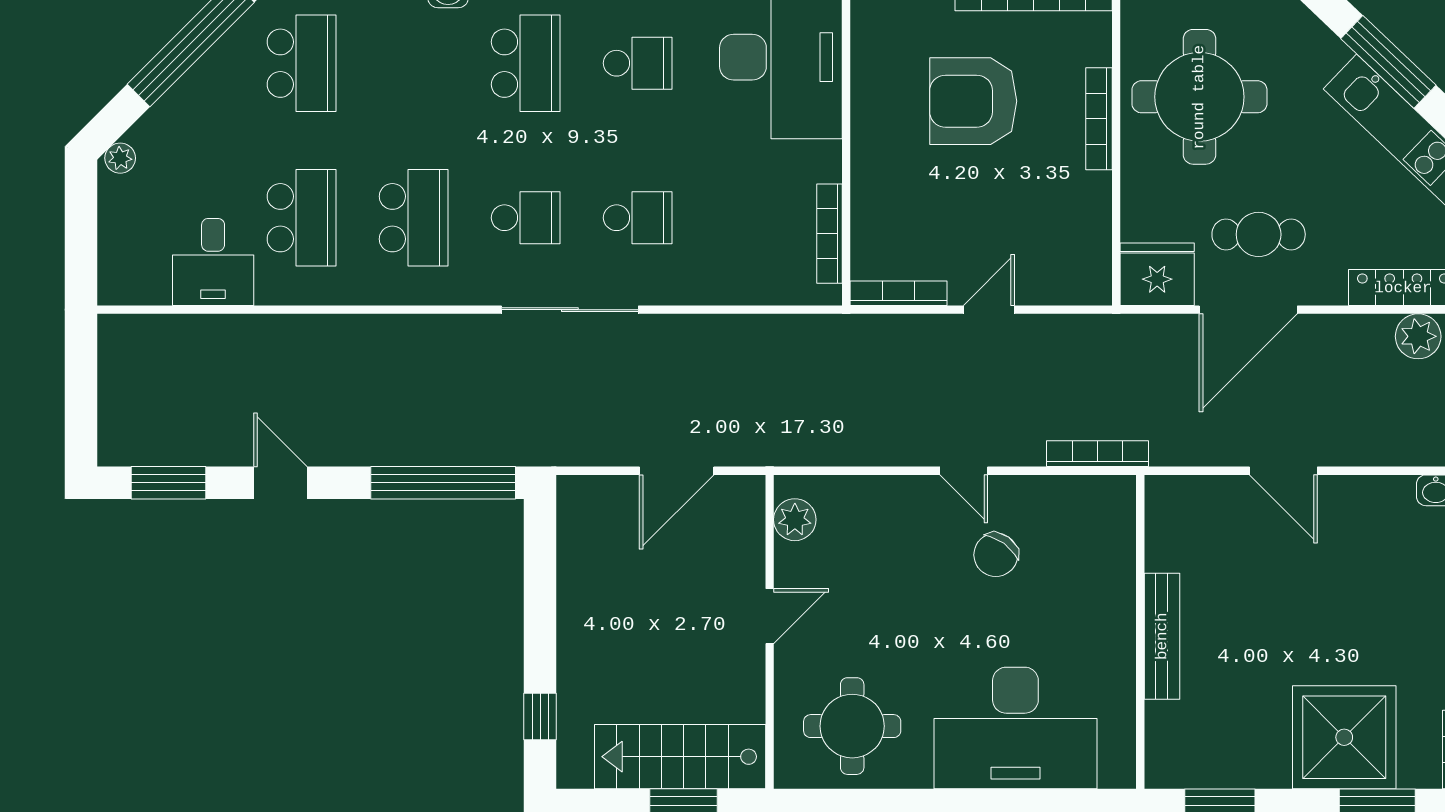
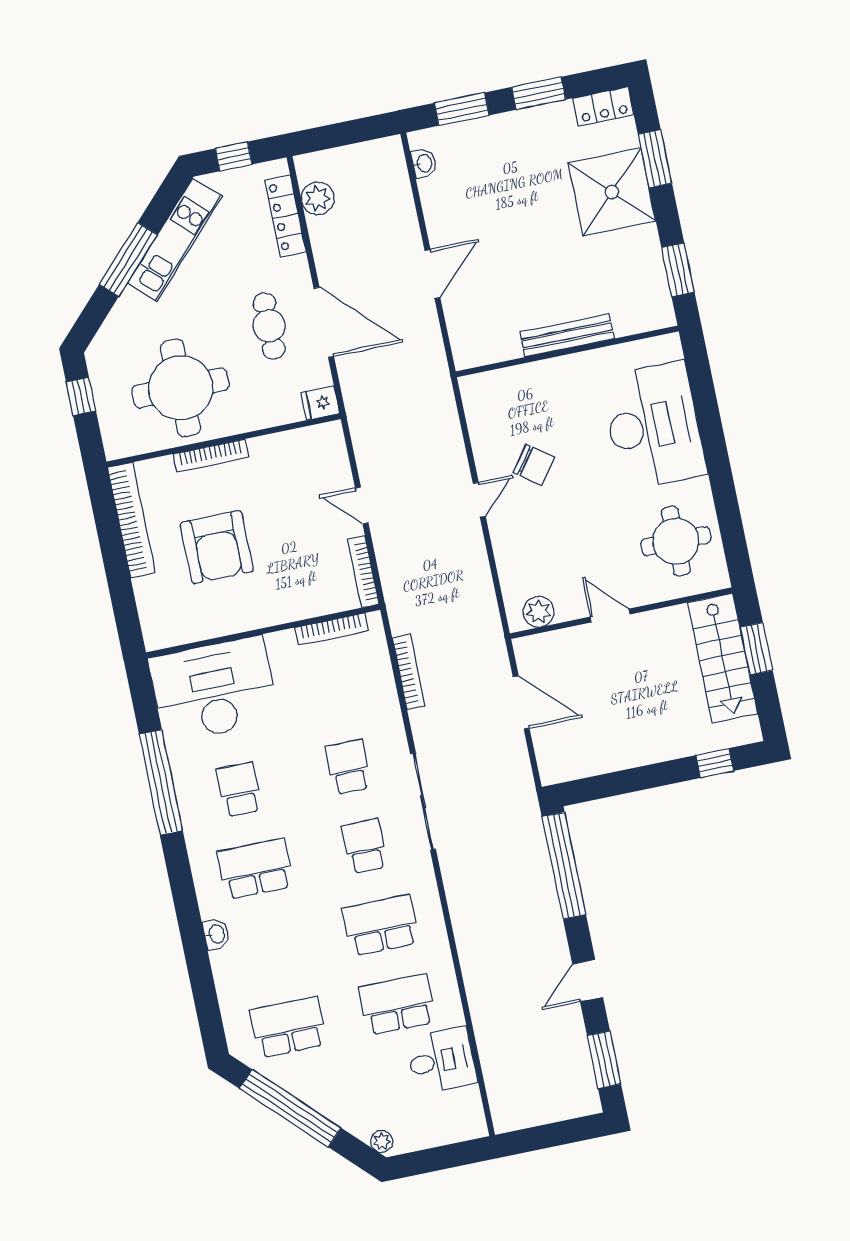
fridge: (1157, 274) -> (320, 403), width x0.53, depth x0.75
bookcase: (1097, 454) -> (409, 672), moved, turned 180

